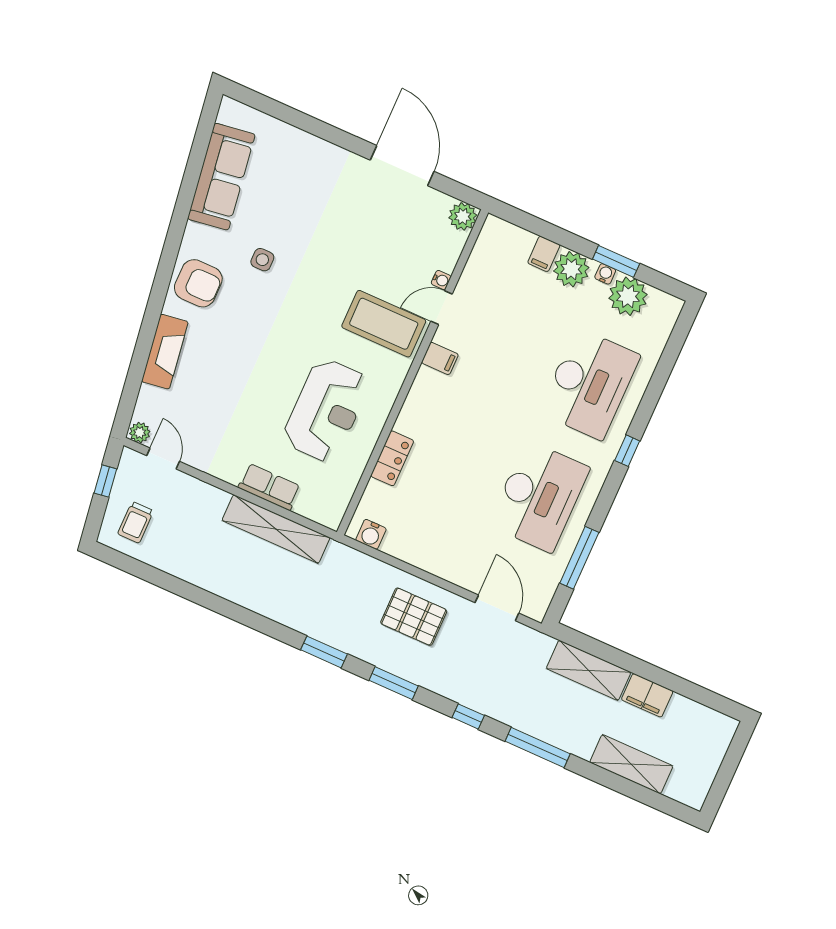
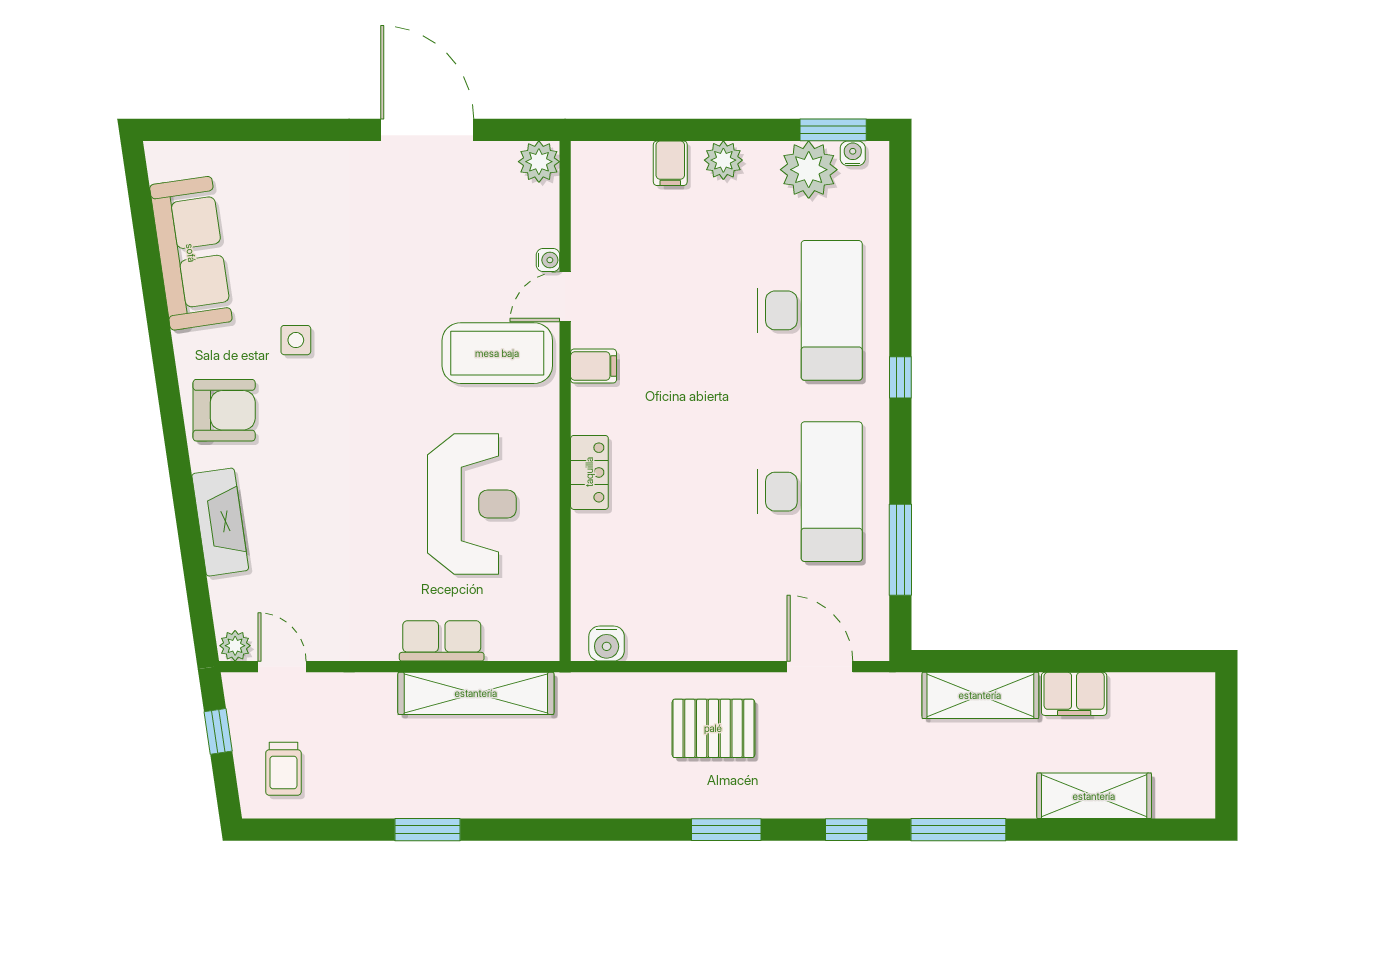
window: (616, 261) -> (833, 130), moved
plant: (571, 269) -> (723, 160), width x0.73, depth x0.73
water cooler: (605, 274) -> (853, 153), moved
locker: (392, 458) -> (589, 472), moved
window: (324, 652) -> (428, 830), moved

